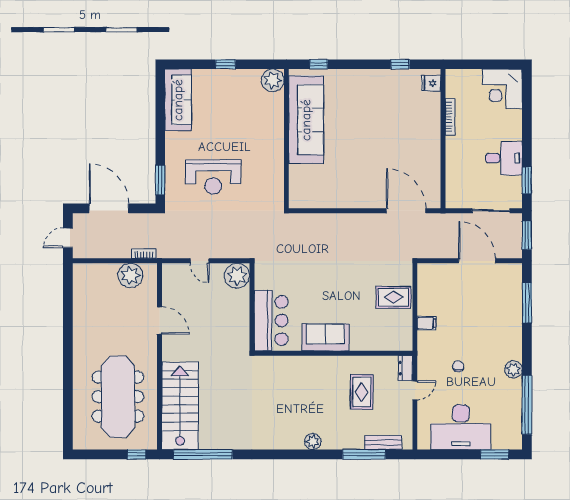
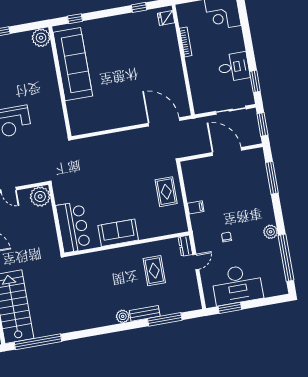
rug: (394, 297) -> (166, 192), turned 90
bench: (383, 443) -> (145, 313), moved
window: (495, 454) -> (230, 308), moved

